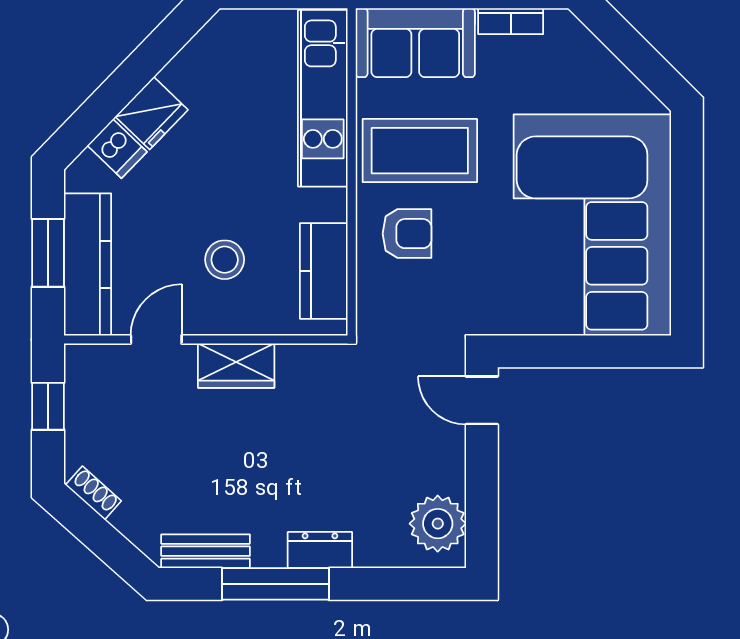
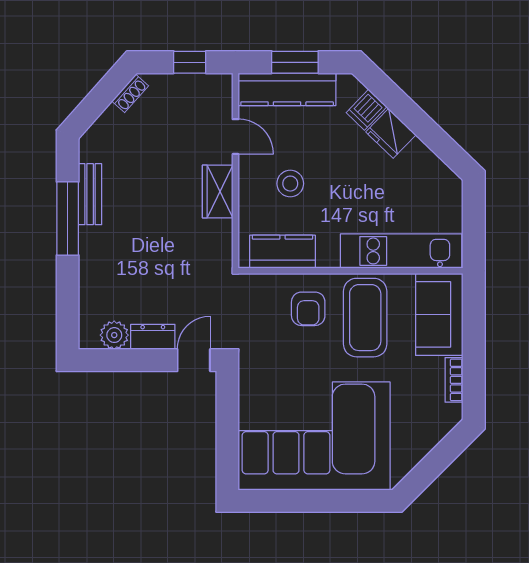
plant: (438, 524) -> (114, 335), width x0.73, depth x0.73
dresser: (320, 550) -> (153, 337), moved, turned -90
bench: (206, 551) -> (90, 194), moved

